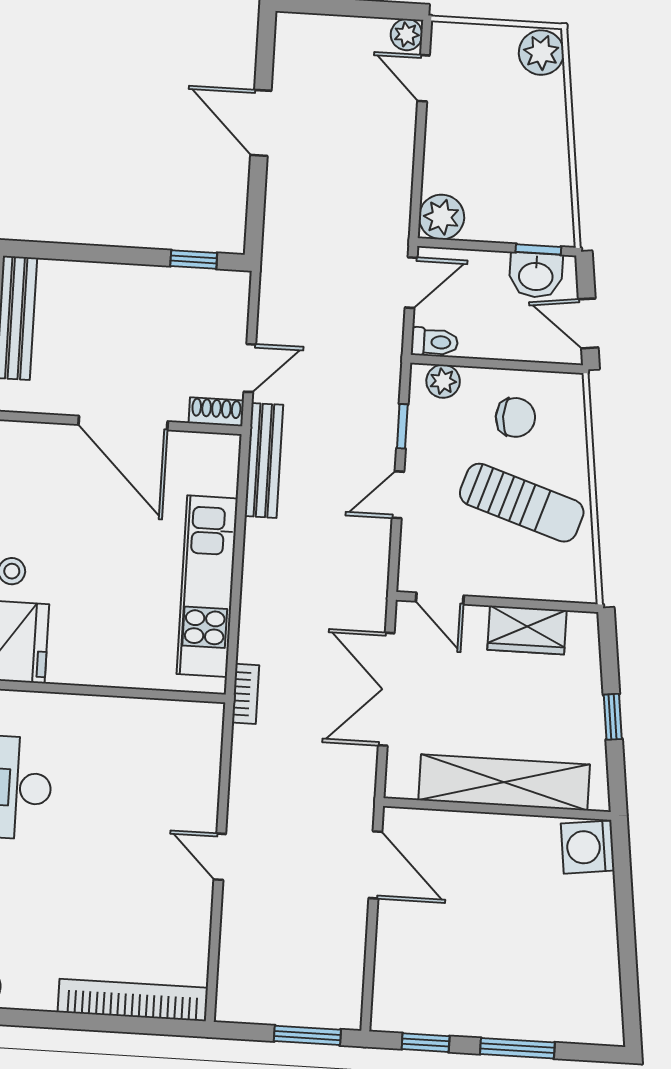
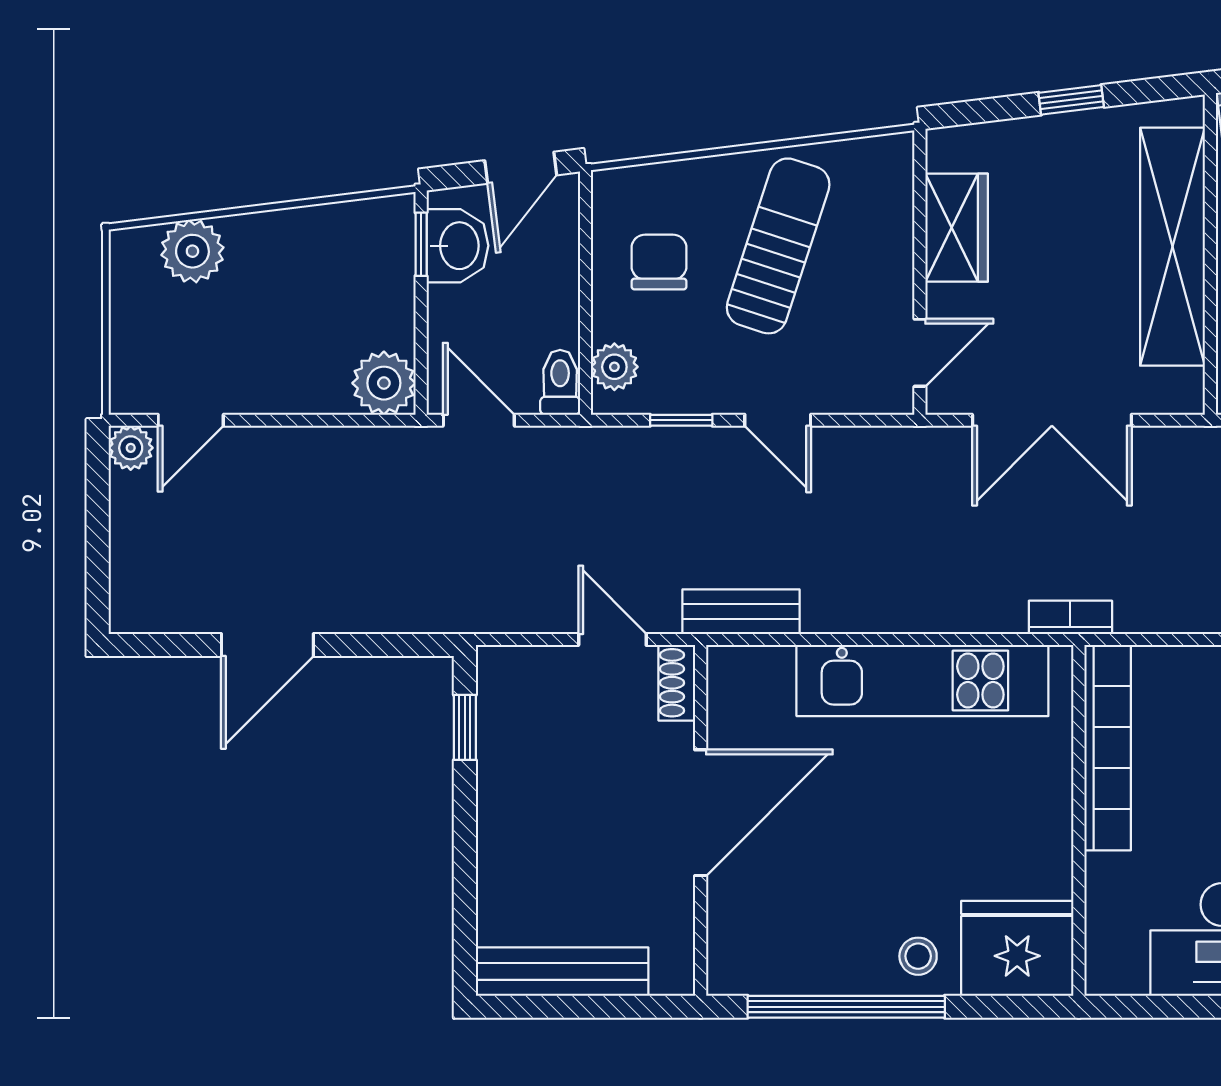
plant: (541, 53) -> (192, 251), moved
bench: (264, 460) -> (741, 612), width x0.73
bookcase: (152, 715) -> (1108, 748), added

